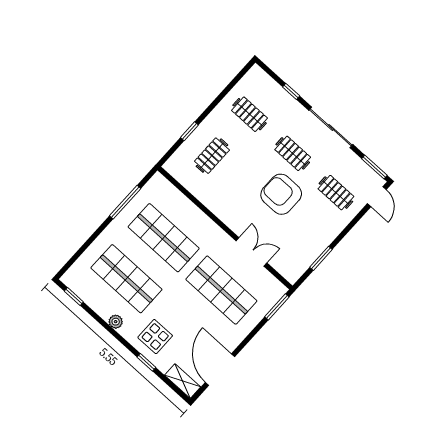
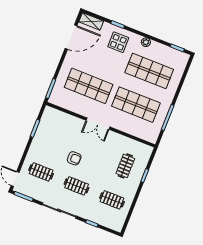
armchair: (281, 194) -> (74, 158), width x0.53, depth x0.53
double door: (251, 252) -> (98, 124), moved
door: (220, 370) -> (71, 37), hinge flipped

